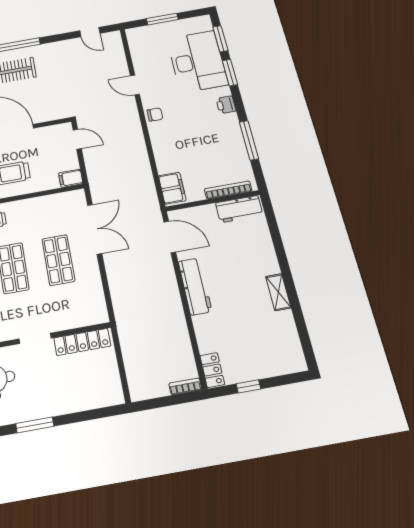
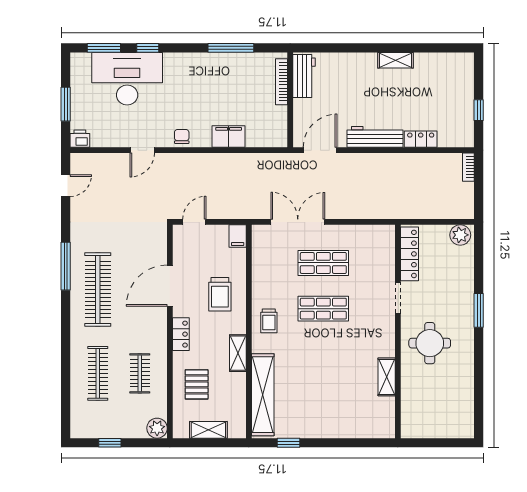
window: (230, 73) -> (148, 48), width x0.67
printer: (226, 105) -> (80, 139), moved, turned 180
filing cabinet: (172, 188) -> (229, 137), moved
locker: (212, 370) -> (421, 139), moved
plant: (112, 391) -> (460, 235), added

